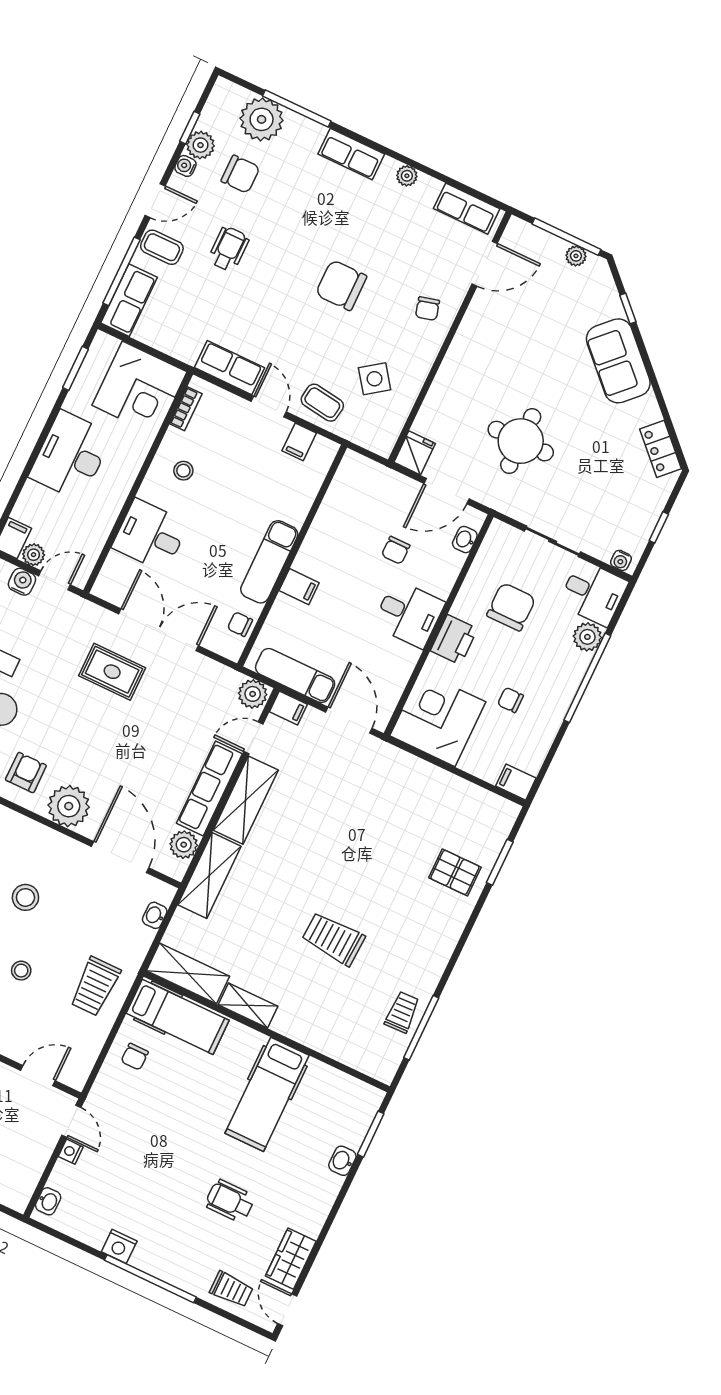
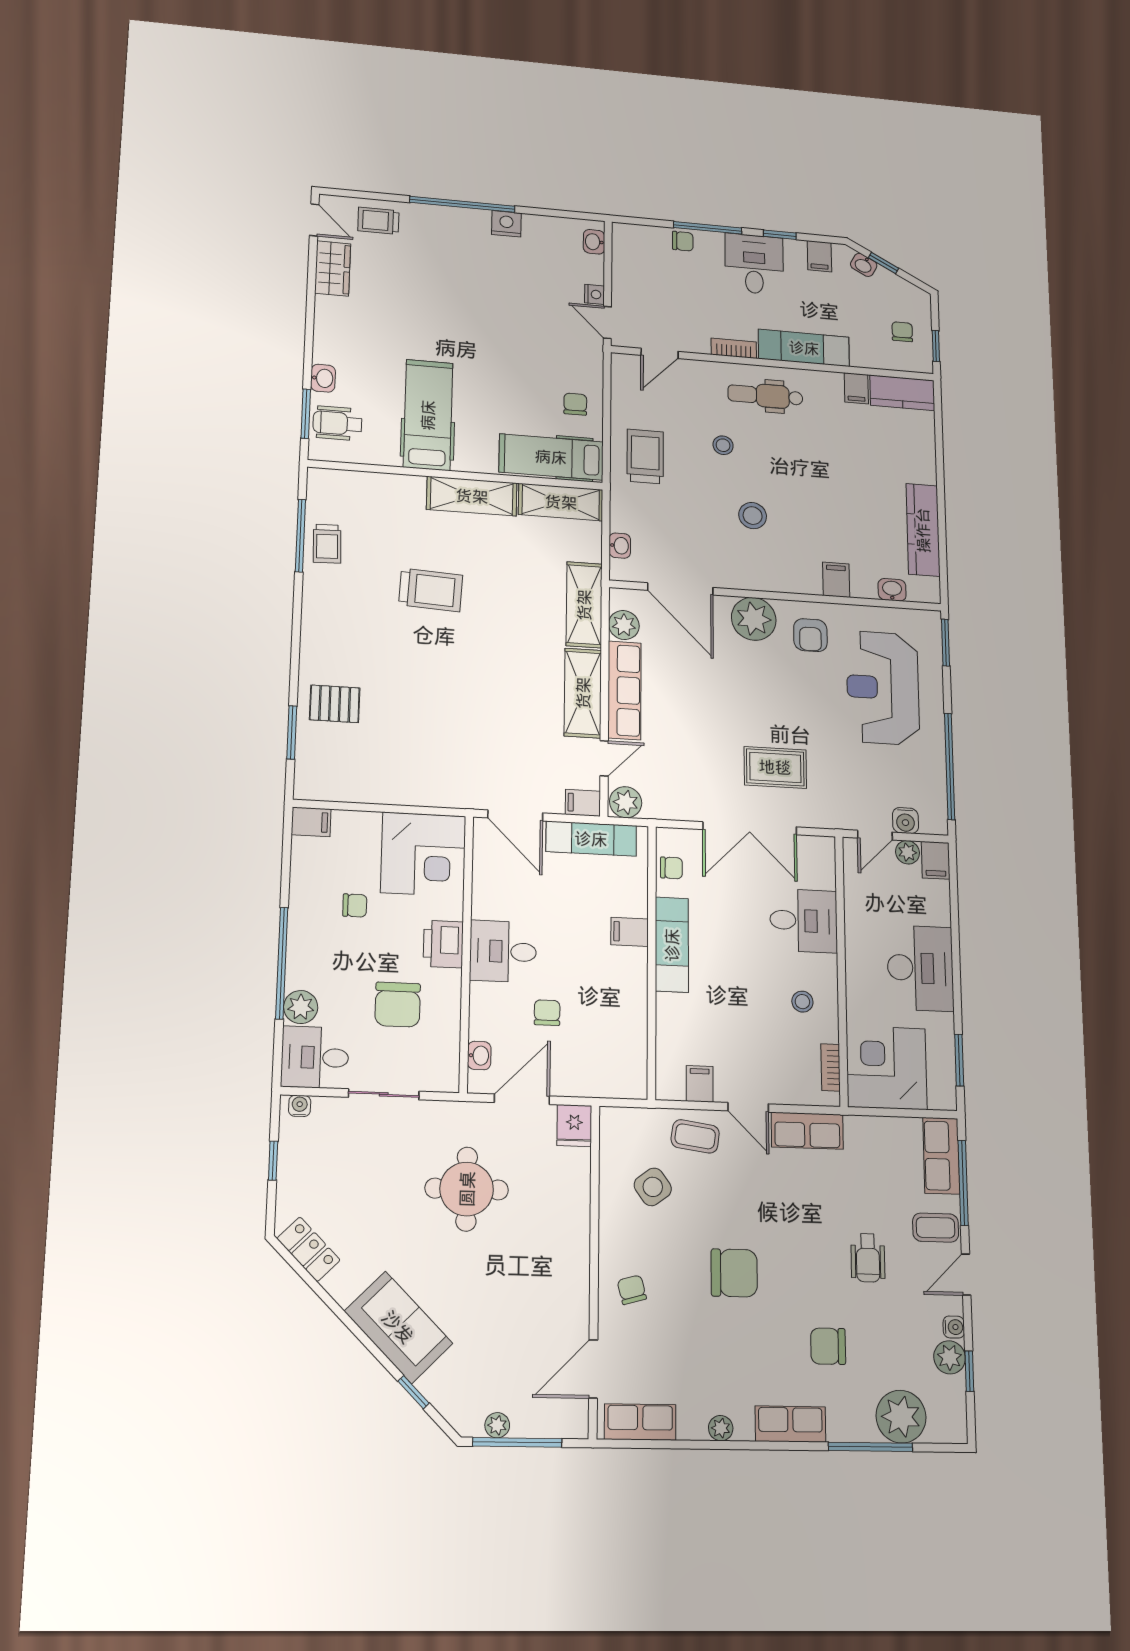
chair: (240, 174) -> (828, 1346), moved
shelving: (248, 1006) -> (472, 496), width x1.50, depth x1.33
wheelchair: (230, 1201) -> (337, 423), moved, turned 180

